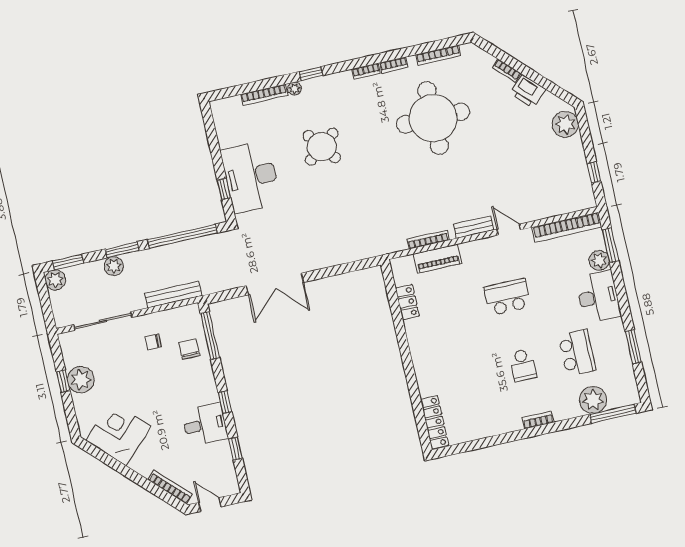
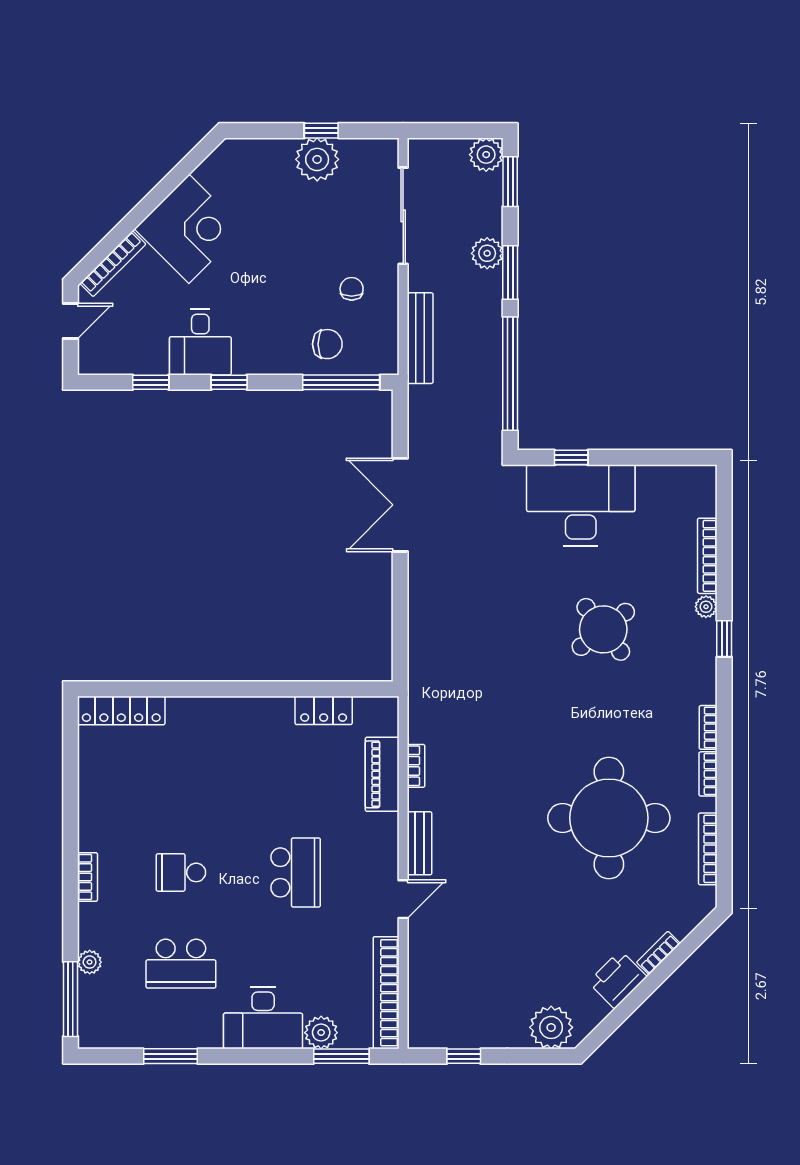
bookcase: (428, 240) -> (416, 766), width x0.64
plant: (593, 400) -> (90, 962), width x0.53, depth x0.53
corner desk: (118, 433) -> (189, 229), moved

